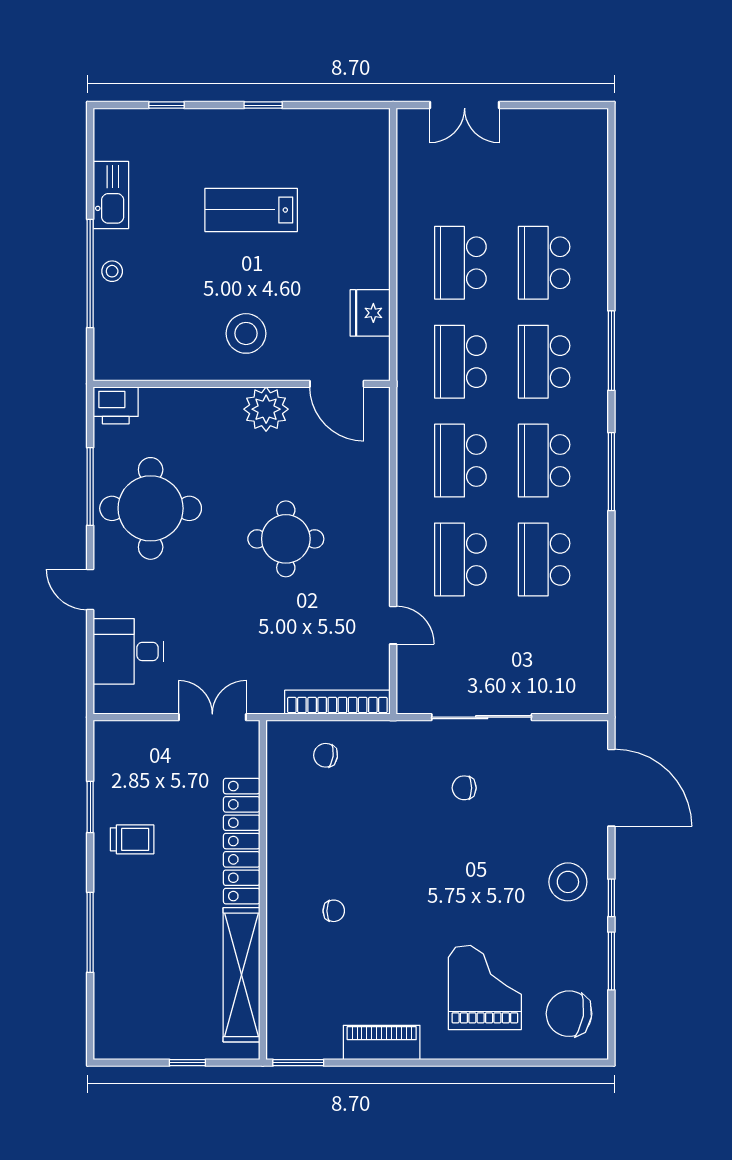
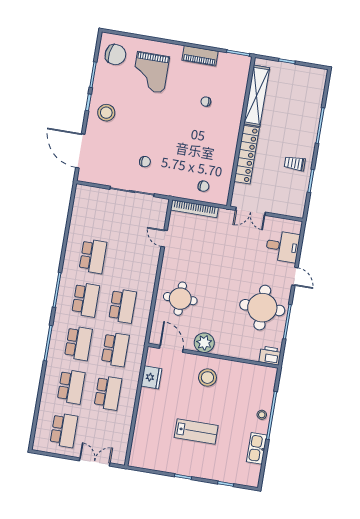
round table: (286, 539) -> (180, 299), moved
school desk: (460, 559) -> (64, 430), moved
chair: (334, 911) -> (206, 102), moved

